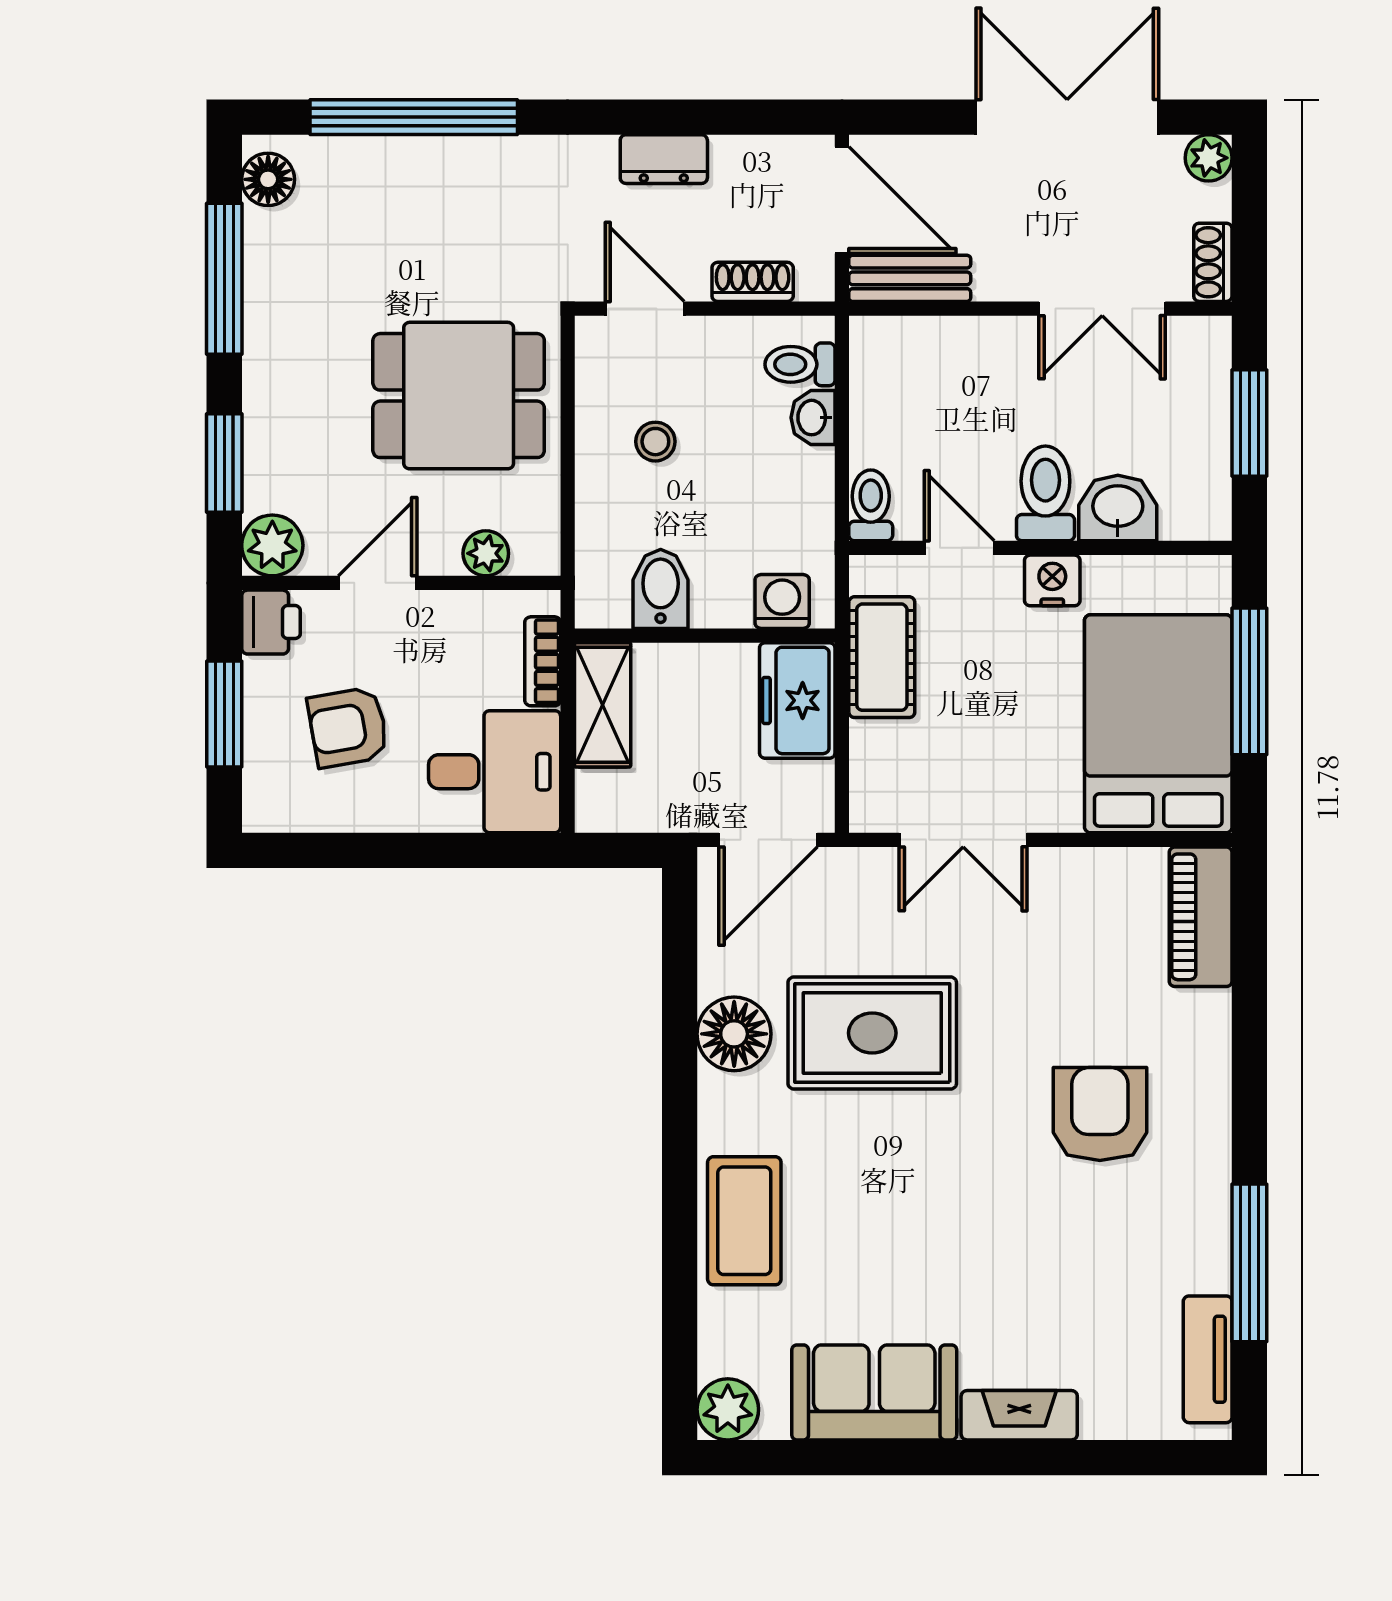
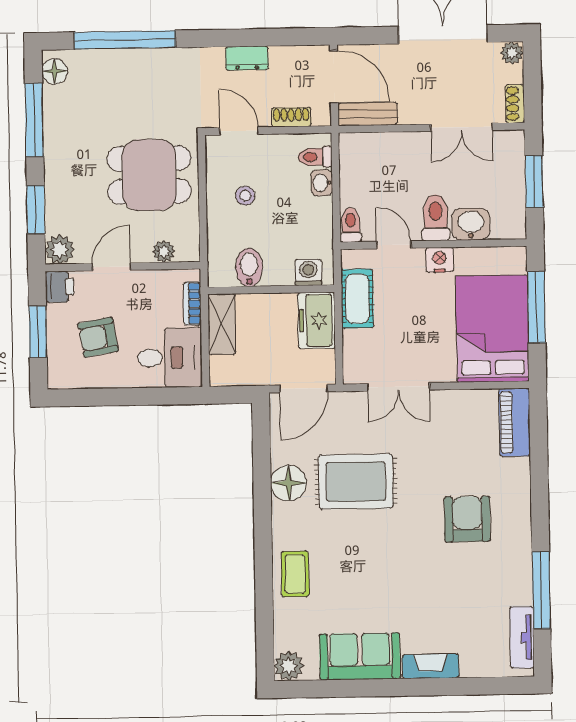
coffee table: (744, 1221) -> (295, 574), width x0.73, depth x0.77

